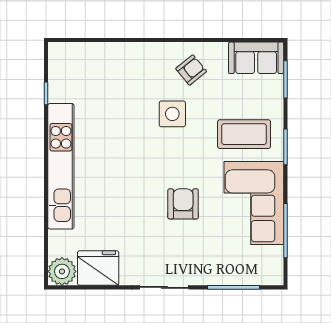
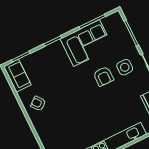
side table: (172, 114) -> (125, 67), moved
coffee table: (244, 134) -> (56, 64), removed
armchair: (183, 204) -> (103, 76), turned -90

